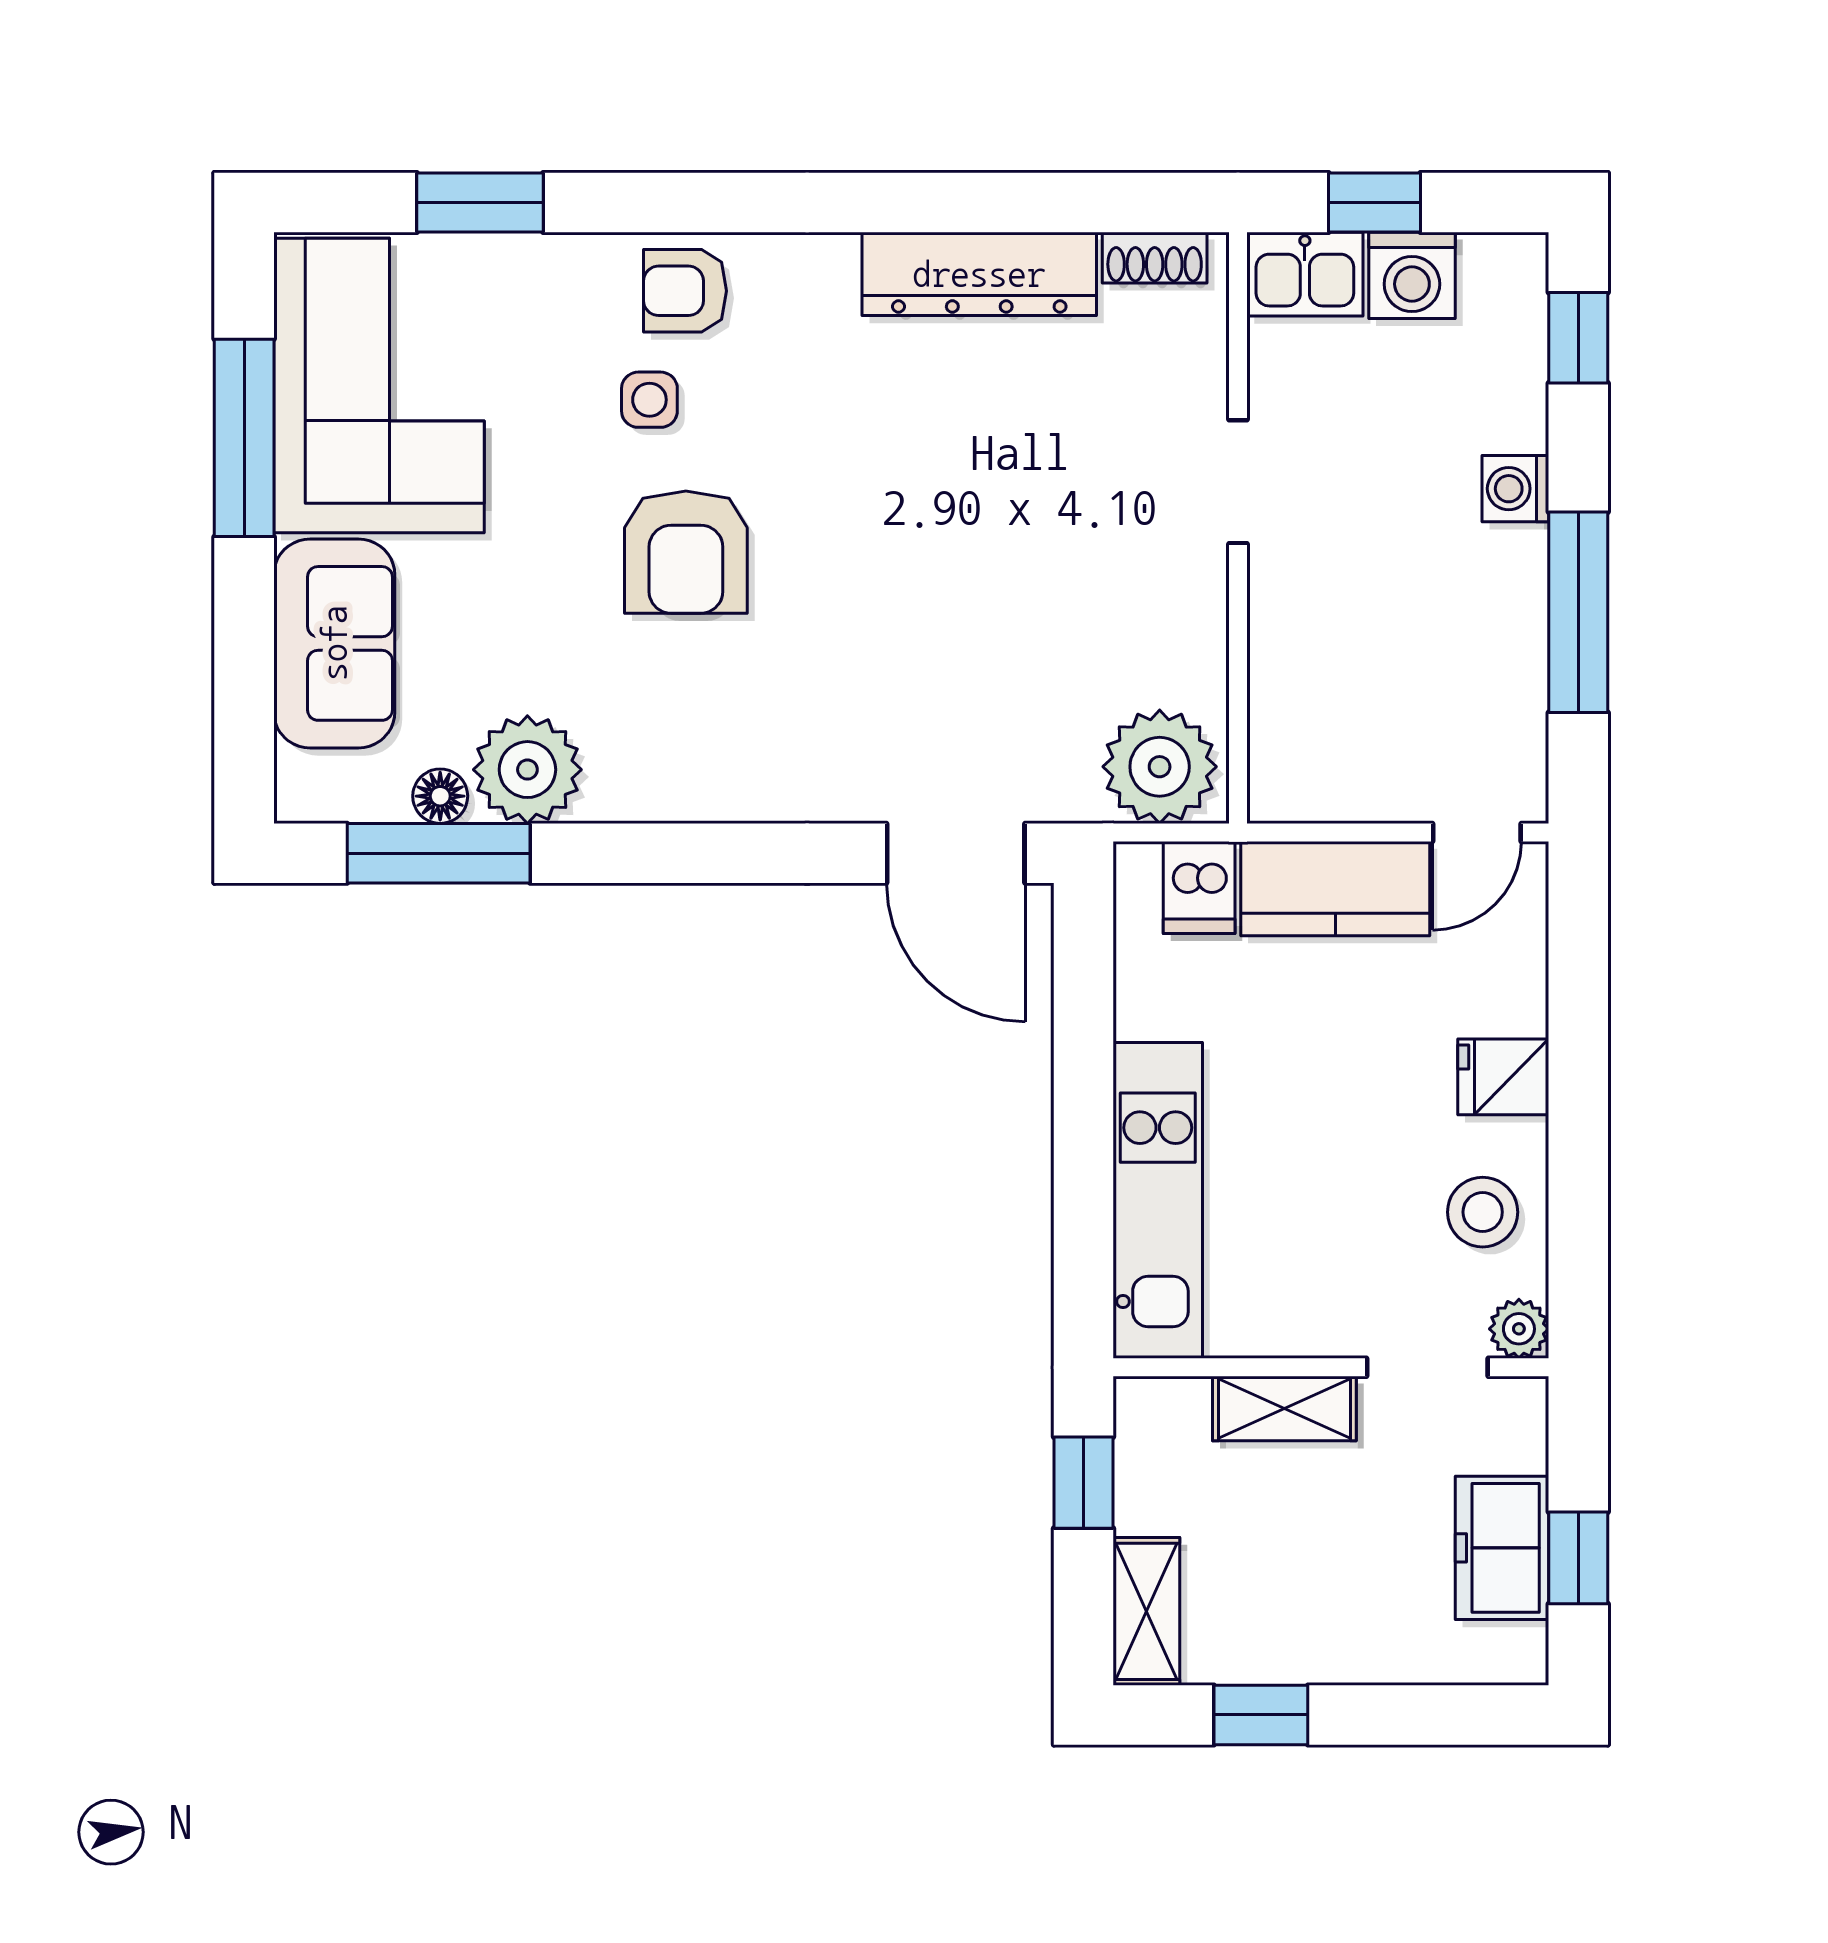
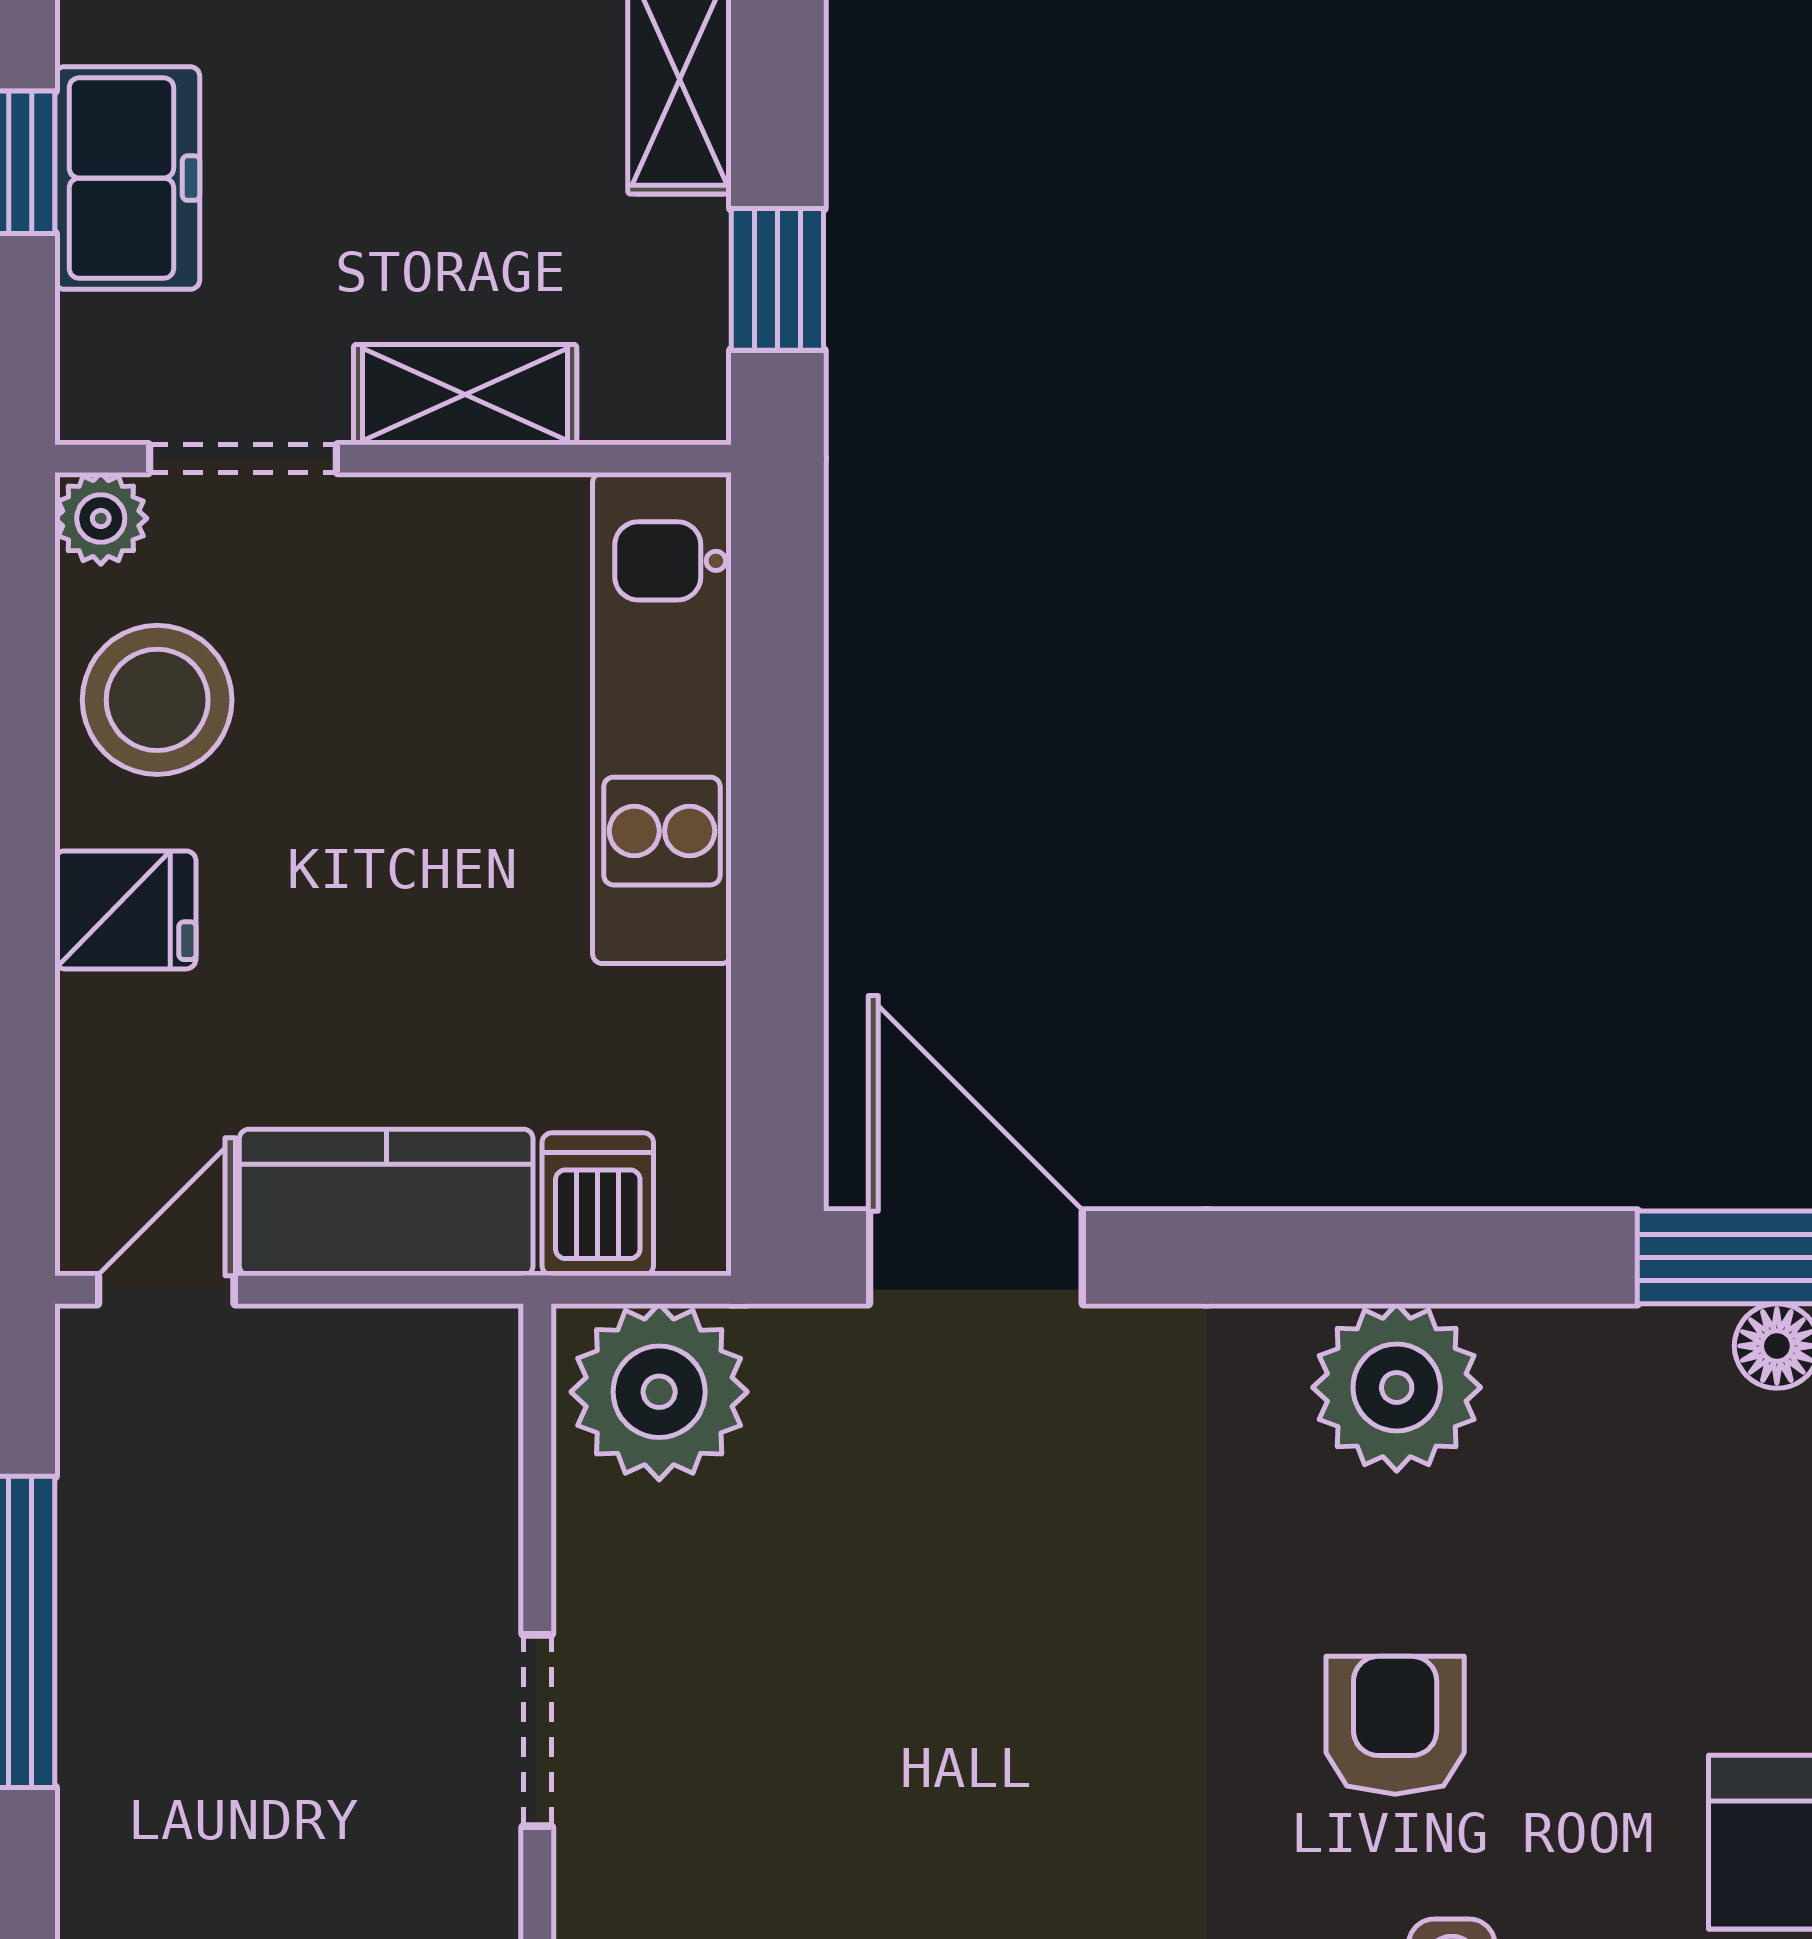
doorway: (1238, 482) -> (537, 1730), moved
washing machine: (1515, 489) -> (106, 1824), removed
armchair: (686, 552) -> (1395, 1725), width x0.72, depth x0.72
plant: (527, 770) -> (1397, 1387), moved
stool: (1483, 1212) -> (157, 700), width x1.38, depth x1.38

